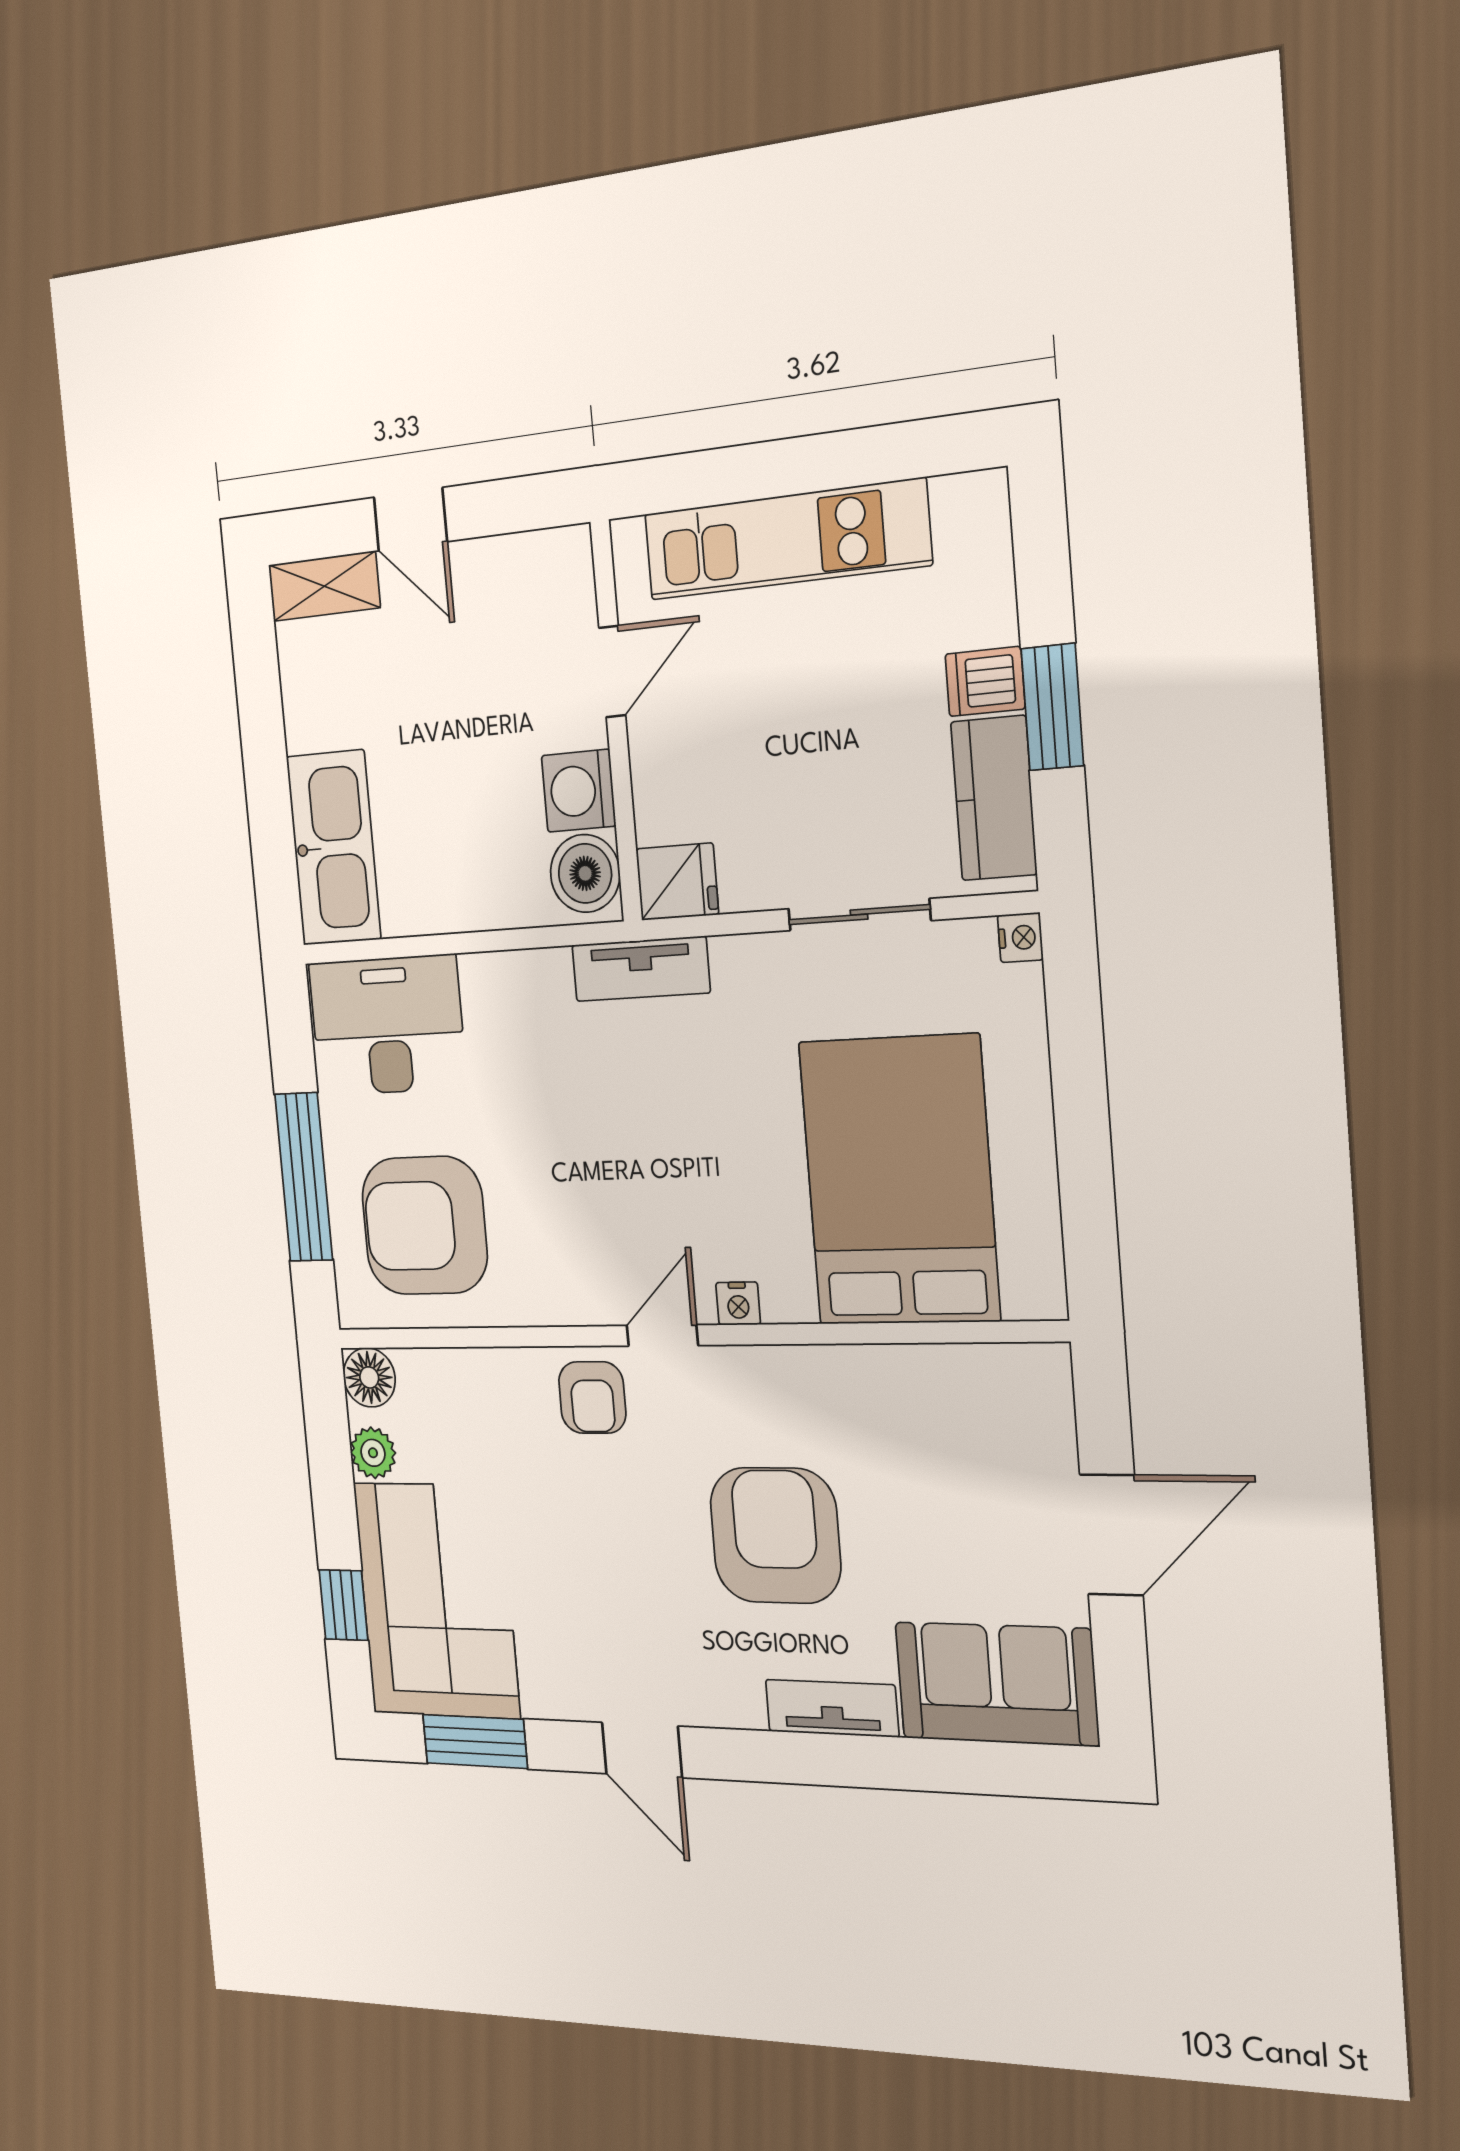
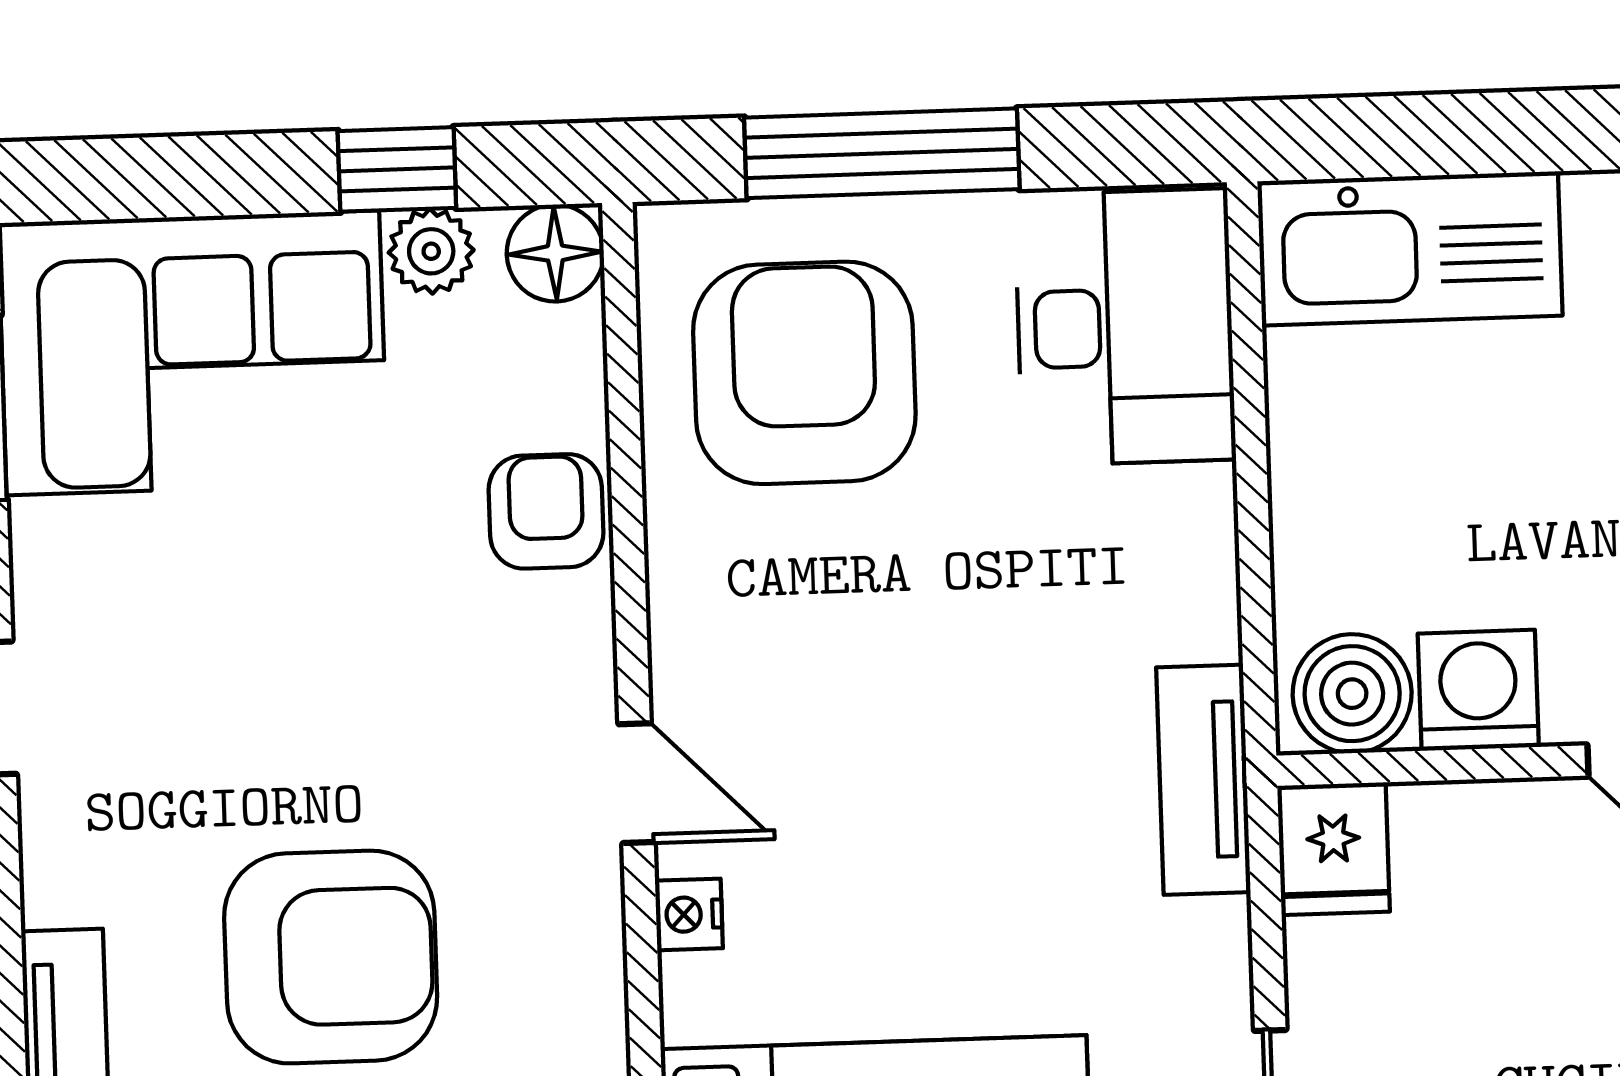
armchair: (592, 1397) -> (546, 511), moved, turned 90
window: (343, 1605) -> (397, 169), moved

